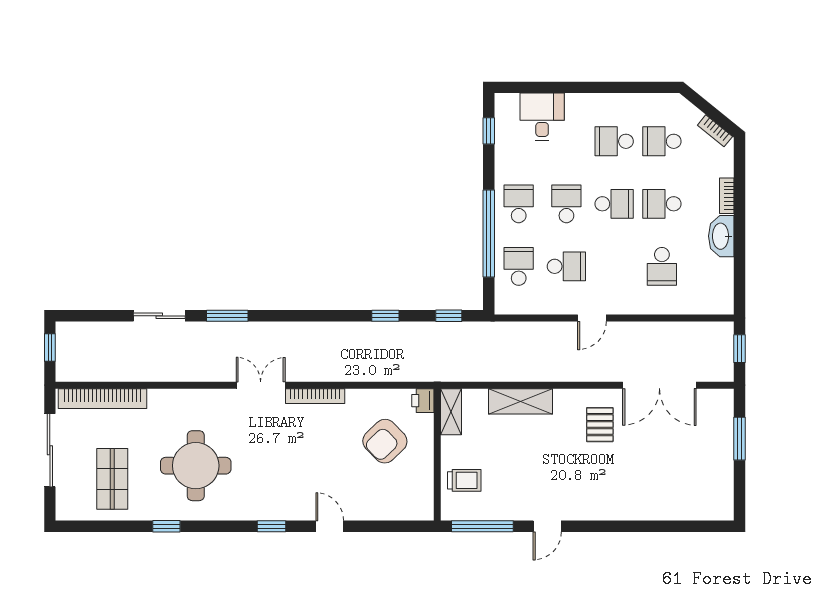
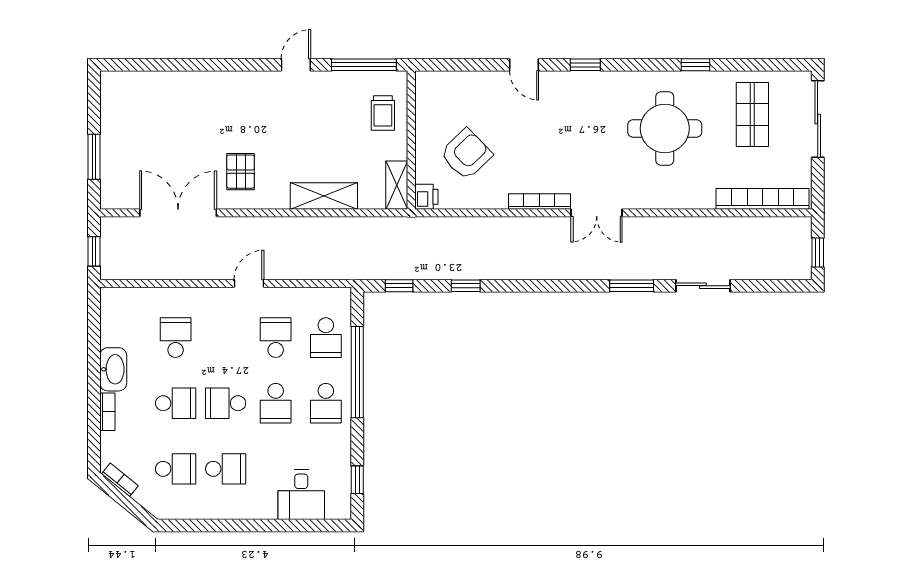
school desk: (566, 266) -> (276, 338), turned 90
sliding door: (50, 450) -> (818, 119), moved
trolley: (464, 480) -> (383, 113), turned -90

